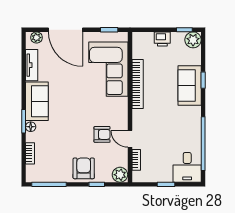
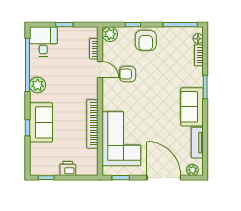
plant: (193, 40) -> (38, 85), moved
floor lamp: (31, 127) -> (198, 39), moved

